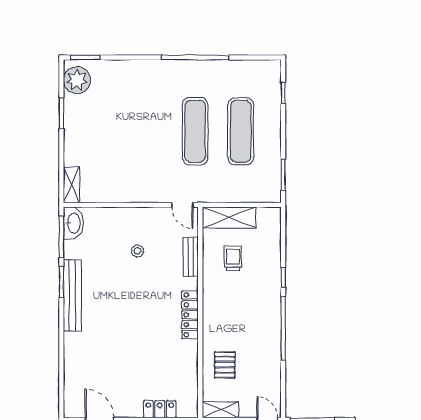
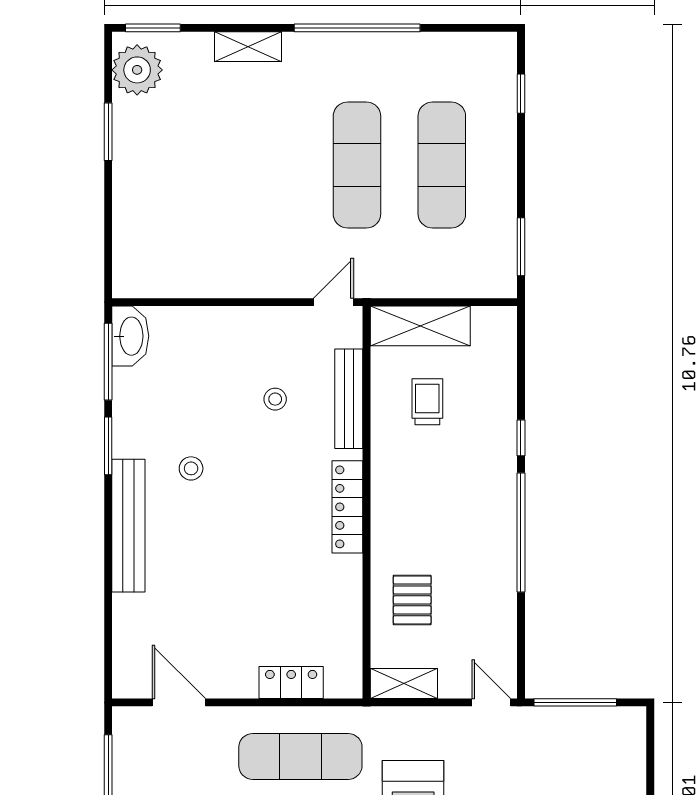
shelving: (72, 185) -> (248, 47), moved, turned 90
door: (182, 205) -> (333, 302), swing flipped
stool: (137, 251) -> (275, 399), moved
bench: (191, 257) -> (349, 399), width x1.36
stool: (106, 294) -> (191, 468), added
bench: (72, 295) -> (128, 526), moved

